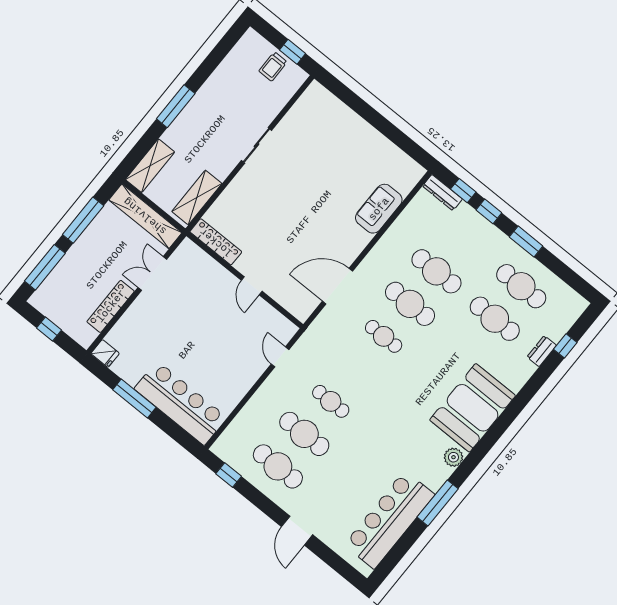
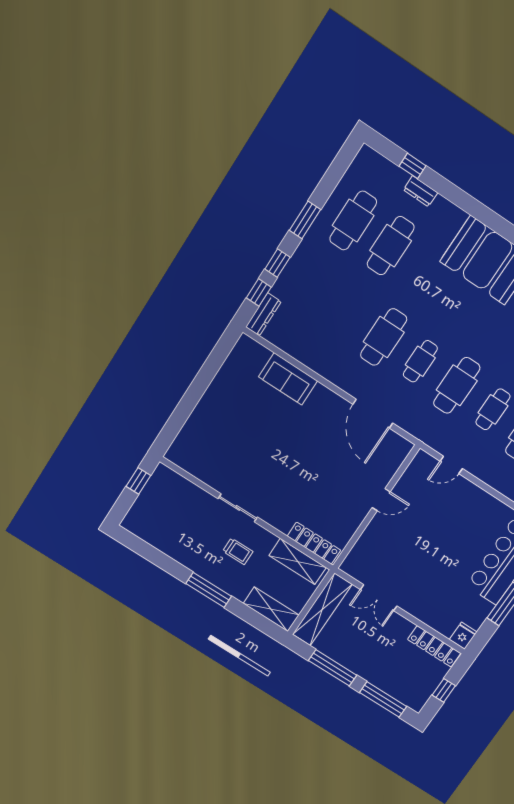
trolley: (273, 67) -> (238, 551), moved
locker: (216, 242) -> (314, 543), moved, turned 90
cafe table: (436, 271) -> (457, 385), moved
locker: (111, 306) -> (434, 646), moved

